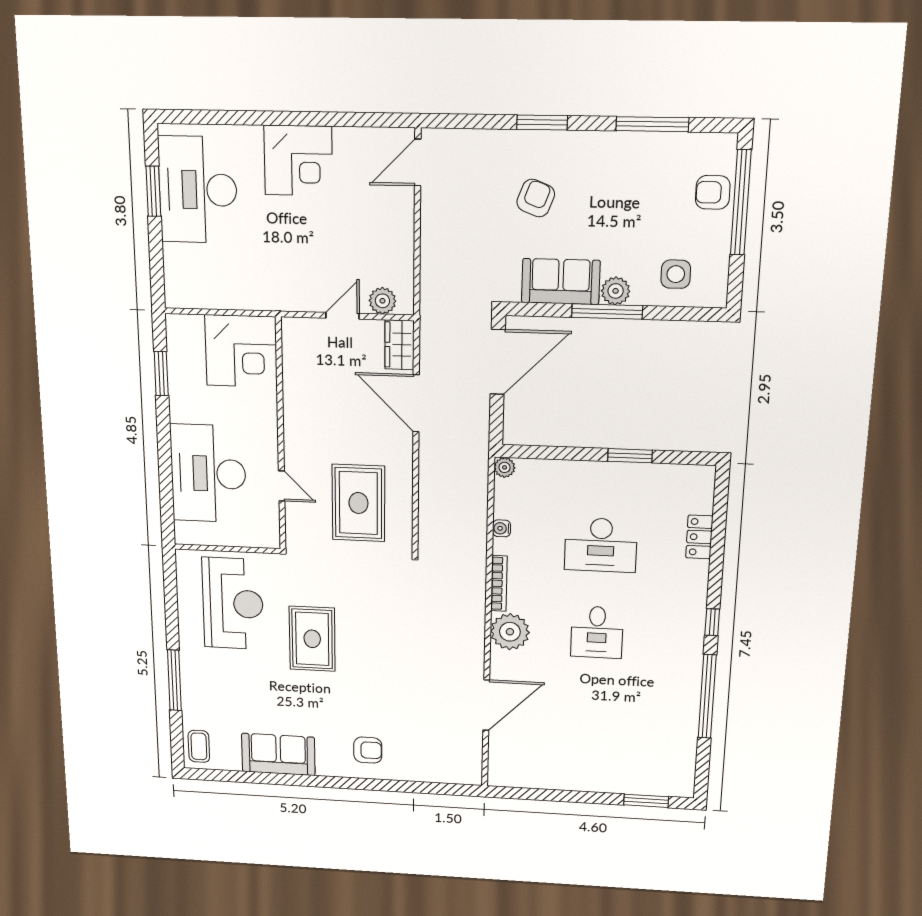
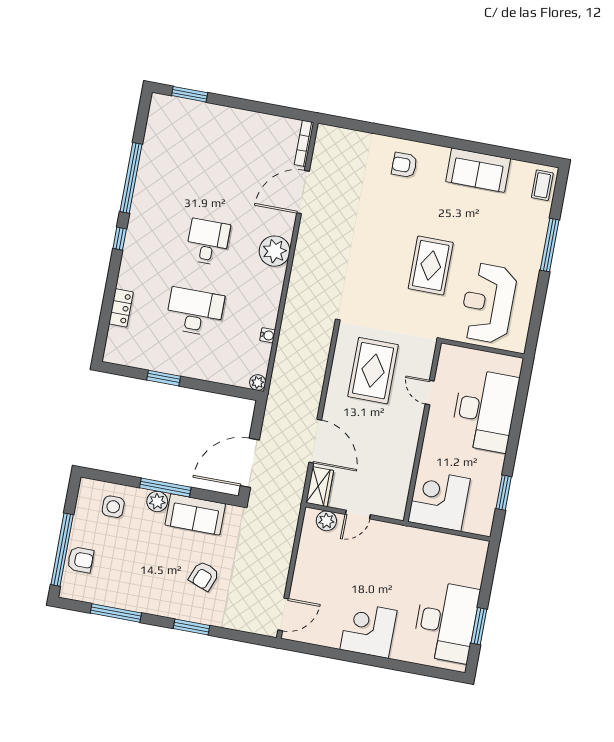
bookcase: (499, 583) -> (304, 143), moved

